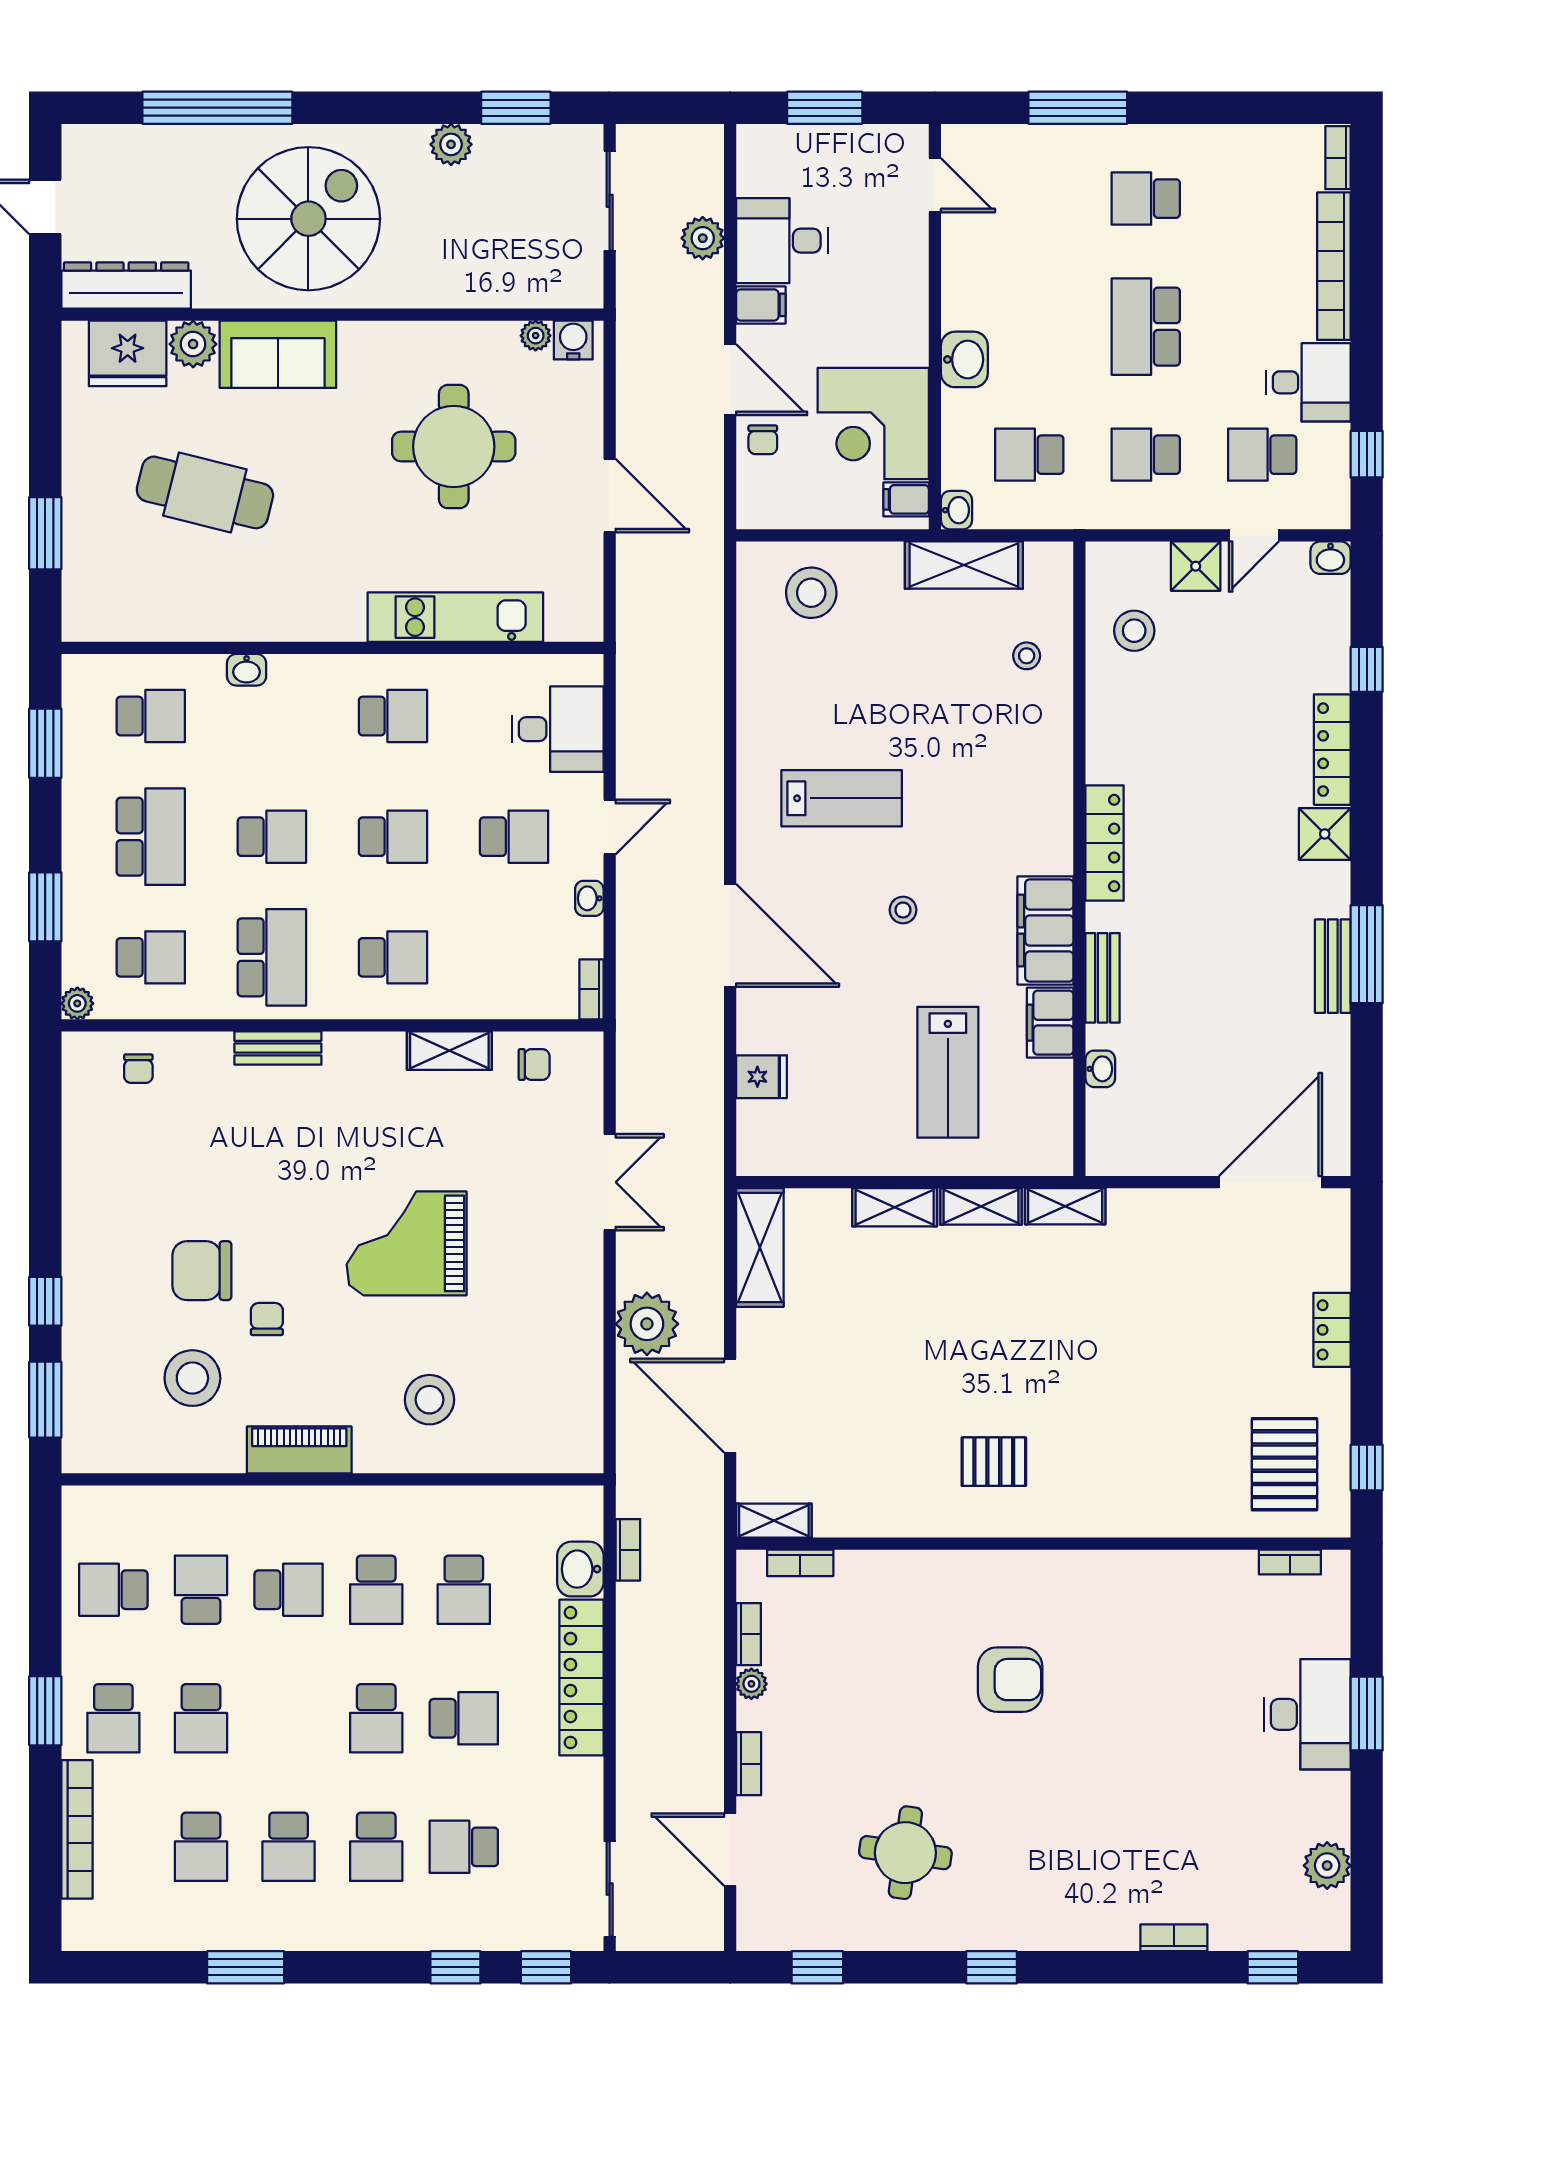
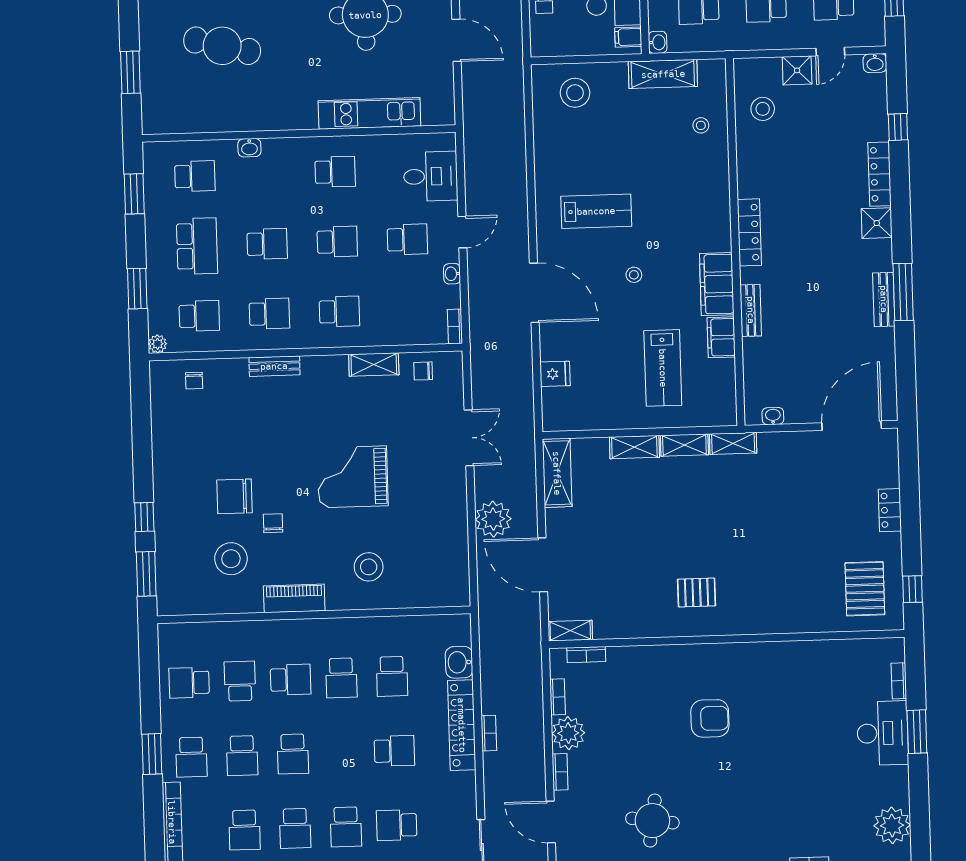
school desk: (272, 957) -> (269, 314), width x0.54
chair: (534, 1064) -> (423, 371), turned 180
washbasin: (1100, 1069) -> (773, 416), moved, turned -90
bookcase: (628, 1550) -> (489, 733), moved
bookcase: (1290, 1562) -> (899, 681), moved, turned 90
plant: (751, 1684) -> (568, 733), width x1.88, depth x1.88
school desk: (376, 1718) -> (293, 754), moved
plant: (1327, 1866) -> (892, 825), width x1.36, depth x1.36

